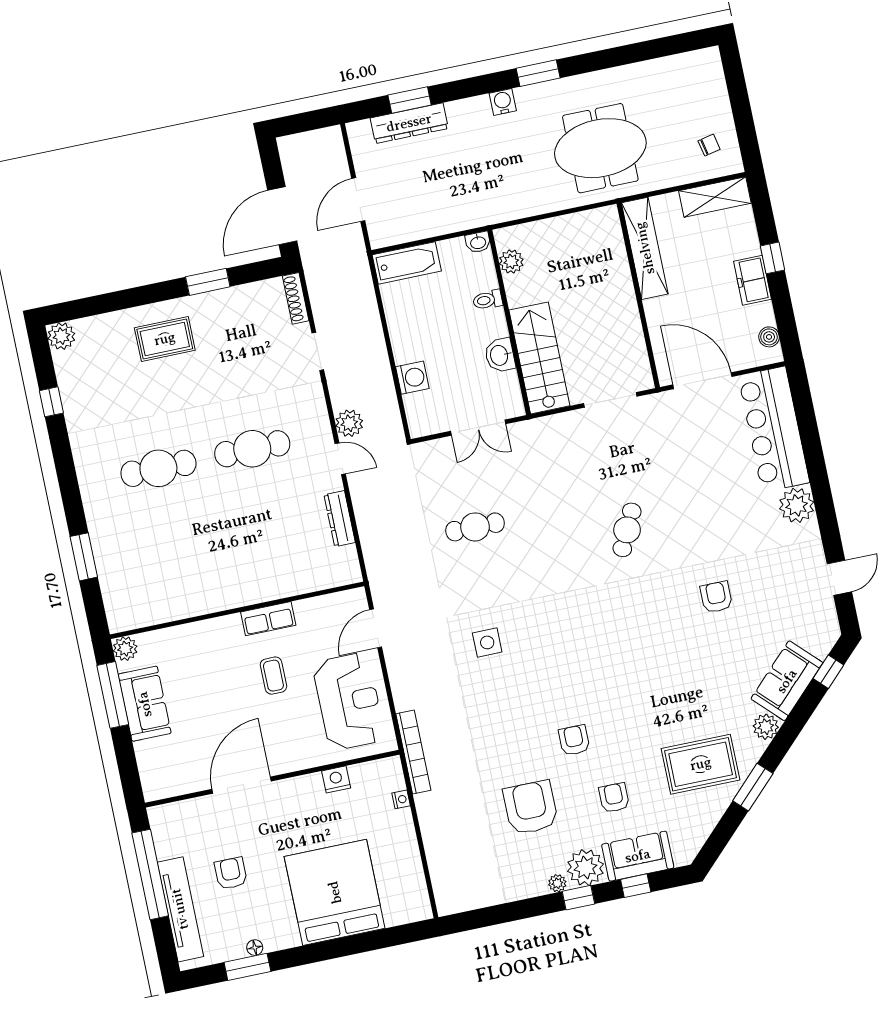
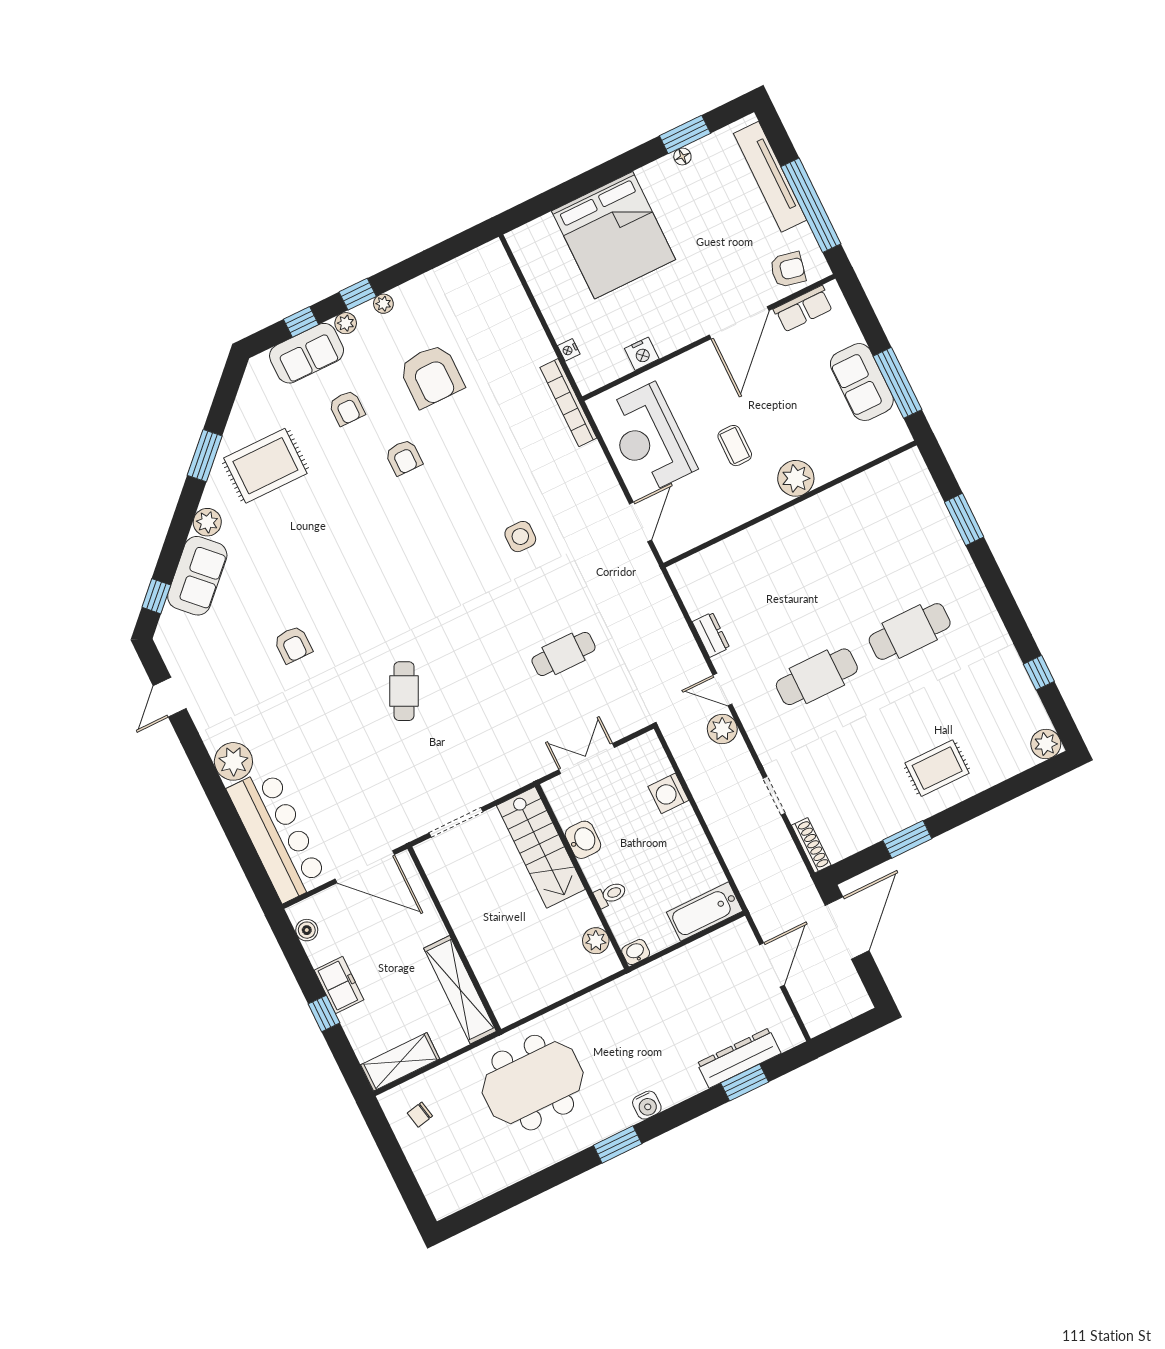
dresser: (340, 519) -> (711, 635), width x0.70
row of seats: (268, 619) -> (803, 309), moved, turned 180
plant: (125, 649) -> (796, 478), moved, width x1.36, depth x1.36
plant: (586, 868) -> (346, 323), width x0.53, depth x0.53
armchair: (231, 873) -> (788, 270), moved, turned -78

